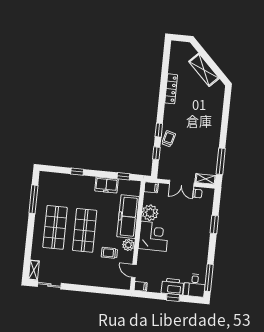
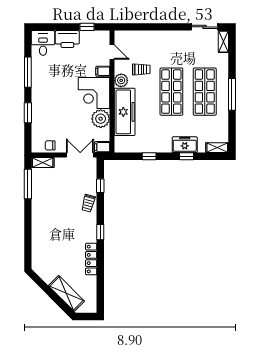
shelving: (204, 70) -> (66, 293), moved
window: (159, 130) -> (100, 232), moved
shelving: (49, 176) -> (217, 148), added
window: (123, 176) -> (149, 156), moved
double door: (182, 183) -> (80, 155), moved
freezer: (106, 185) -> (185, 145), moved
window: (33, 199) -> (232, 94), moved
window: (209, 278) -> (28, 72), moved
filing cabinet: (141, 286) -> (103, 71), moved
window: (173, 298) -> (87, 27), moved

